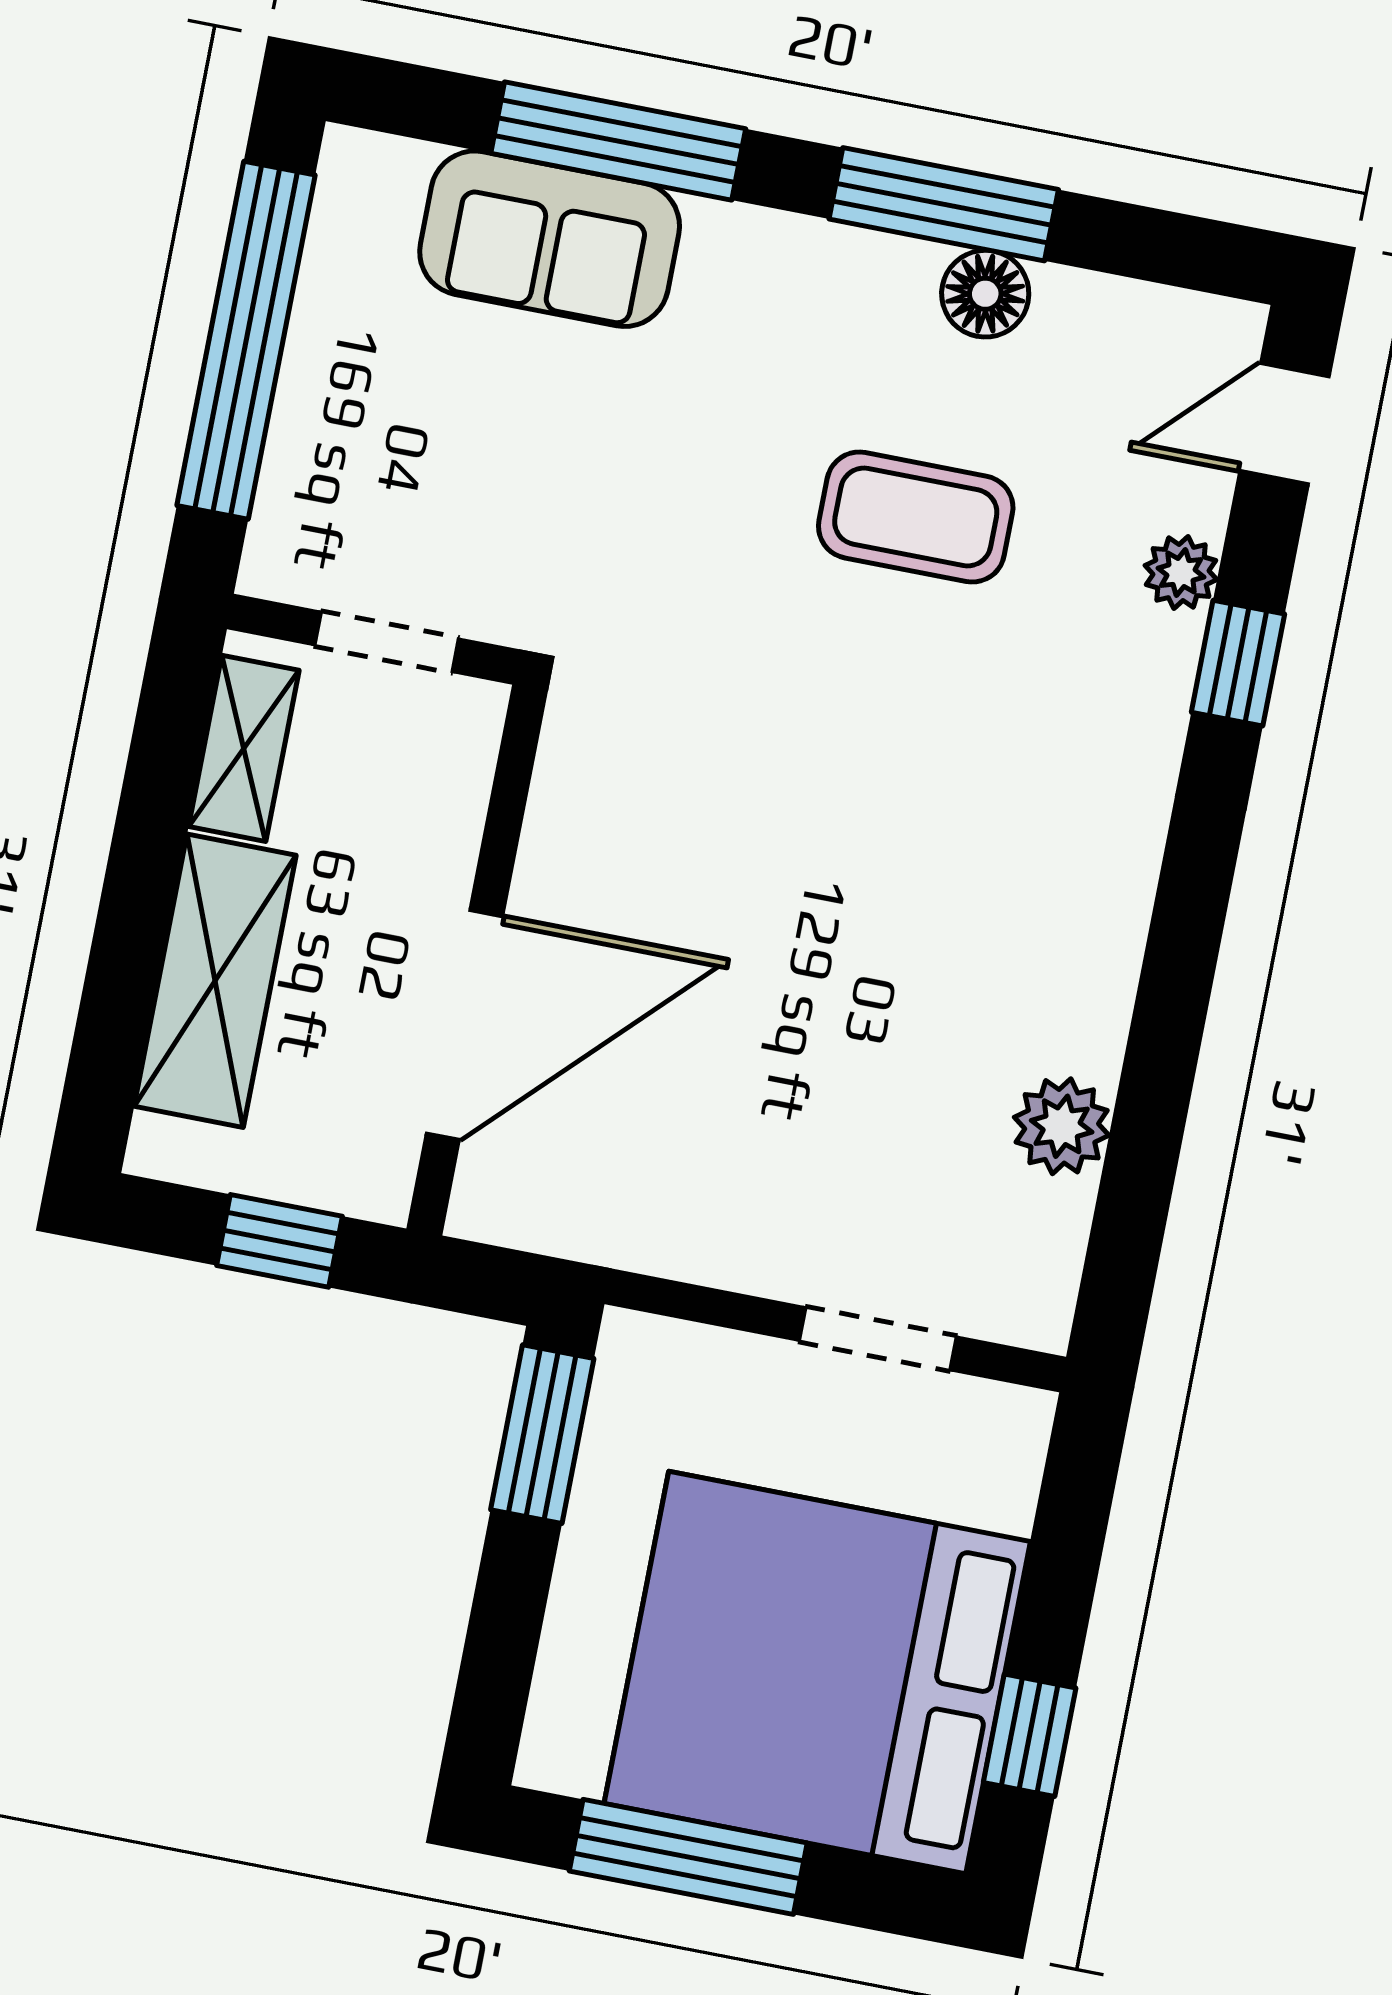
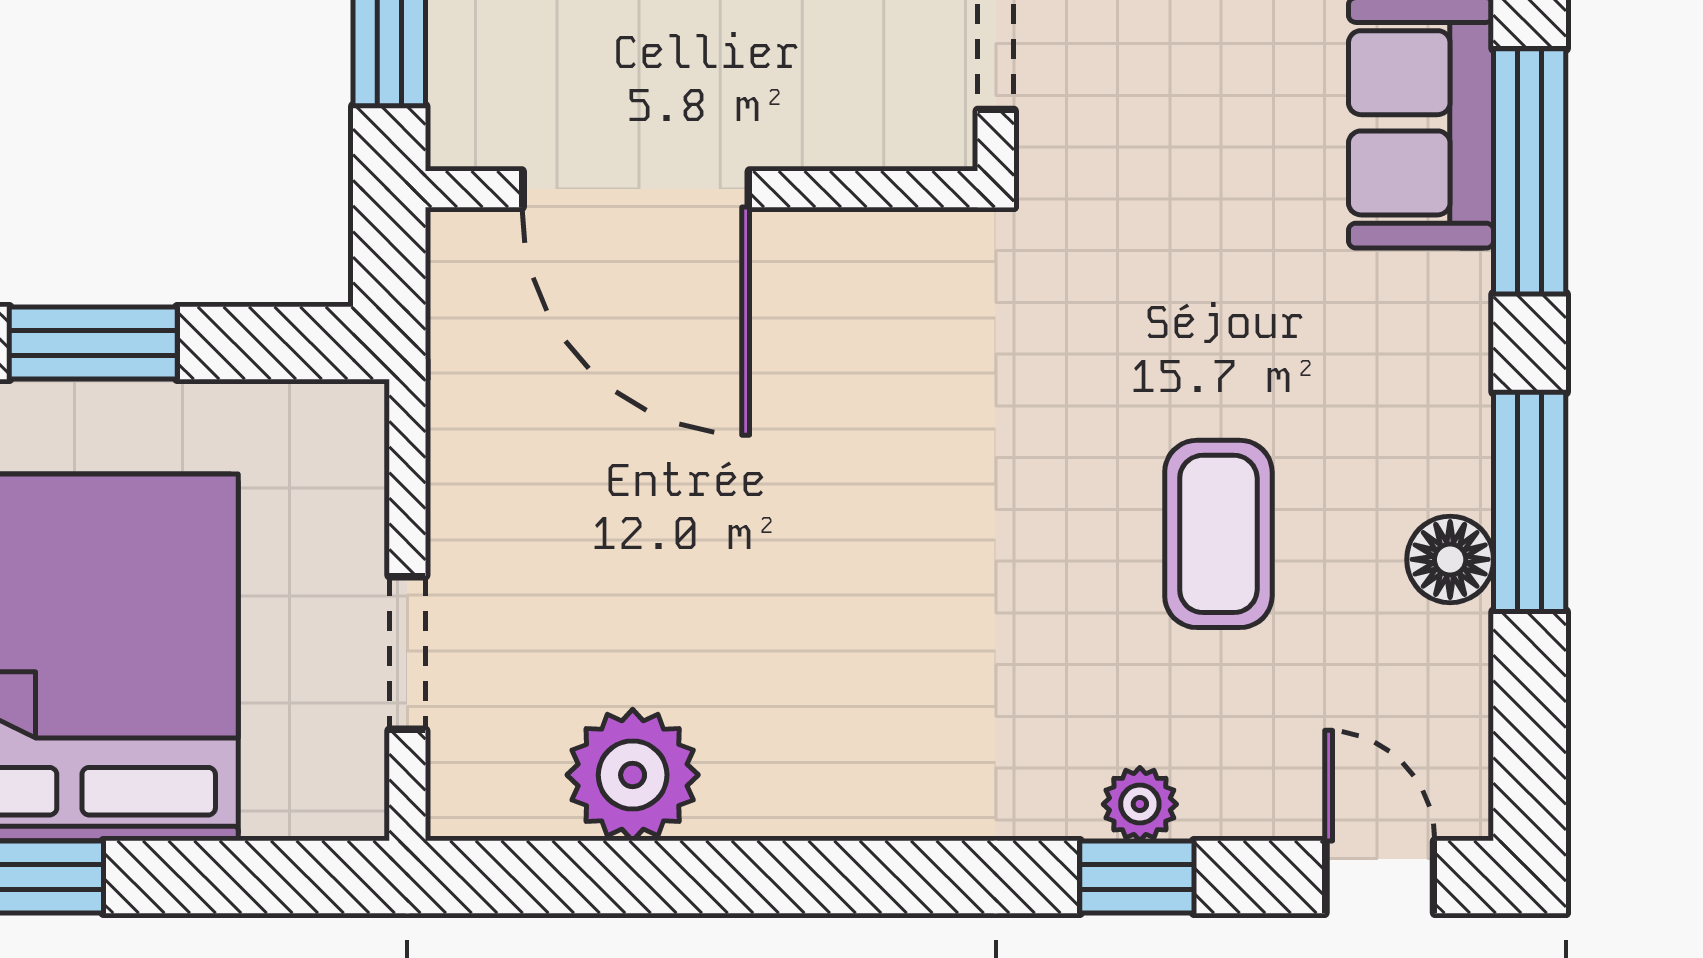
plant: (1181, 573) -> (1140, 804), moved
plant: (1062, 1126) -> (633, 775), width x1.36, depth x1.36
window: (542, 1434) -> (93, 343), moved

